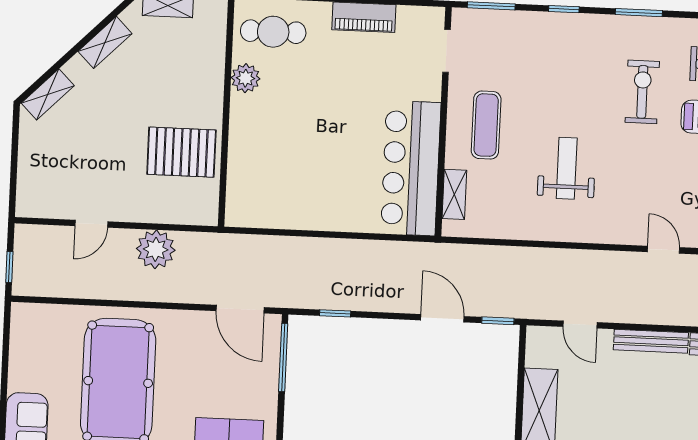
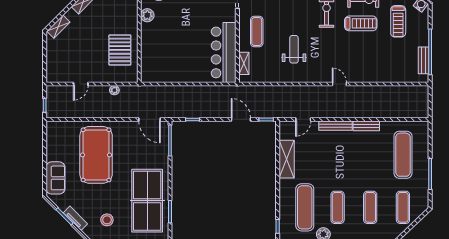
pallet: (181, 152) -> (120, 50), turned 90
plant: (156, 249) -> (114, 90), width x0.53, depth x0.53
door: (580, 325) -> (303, 120), hinge flipped

